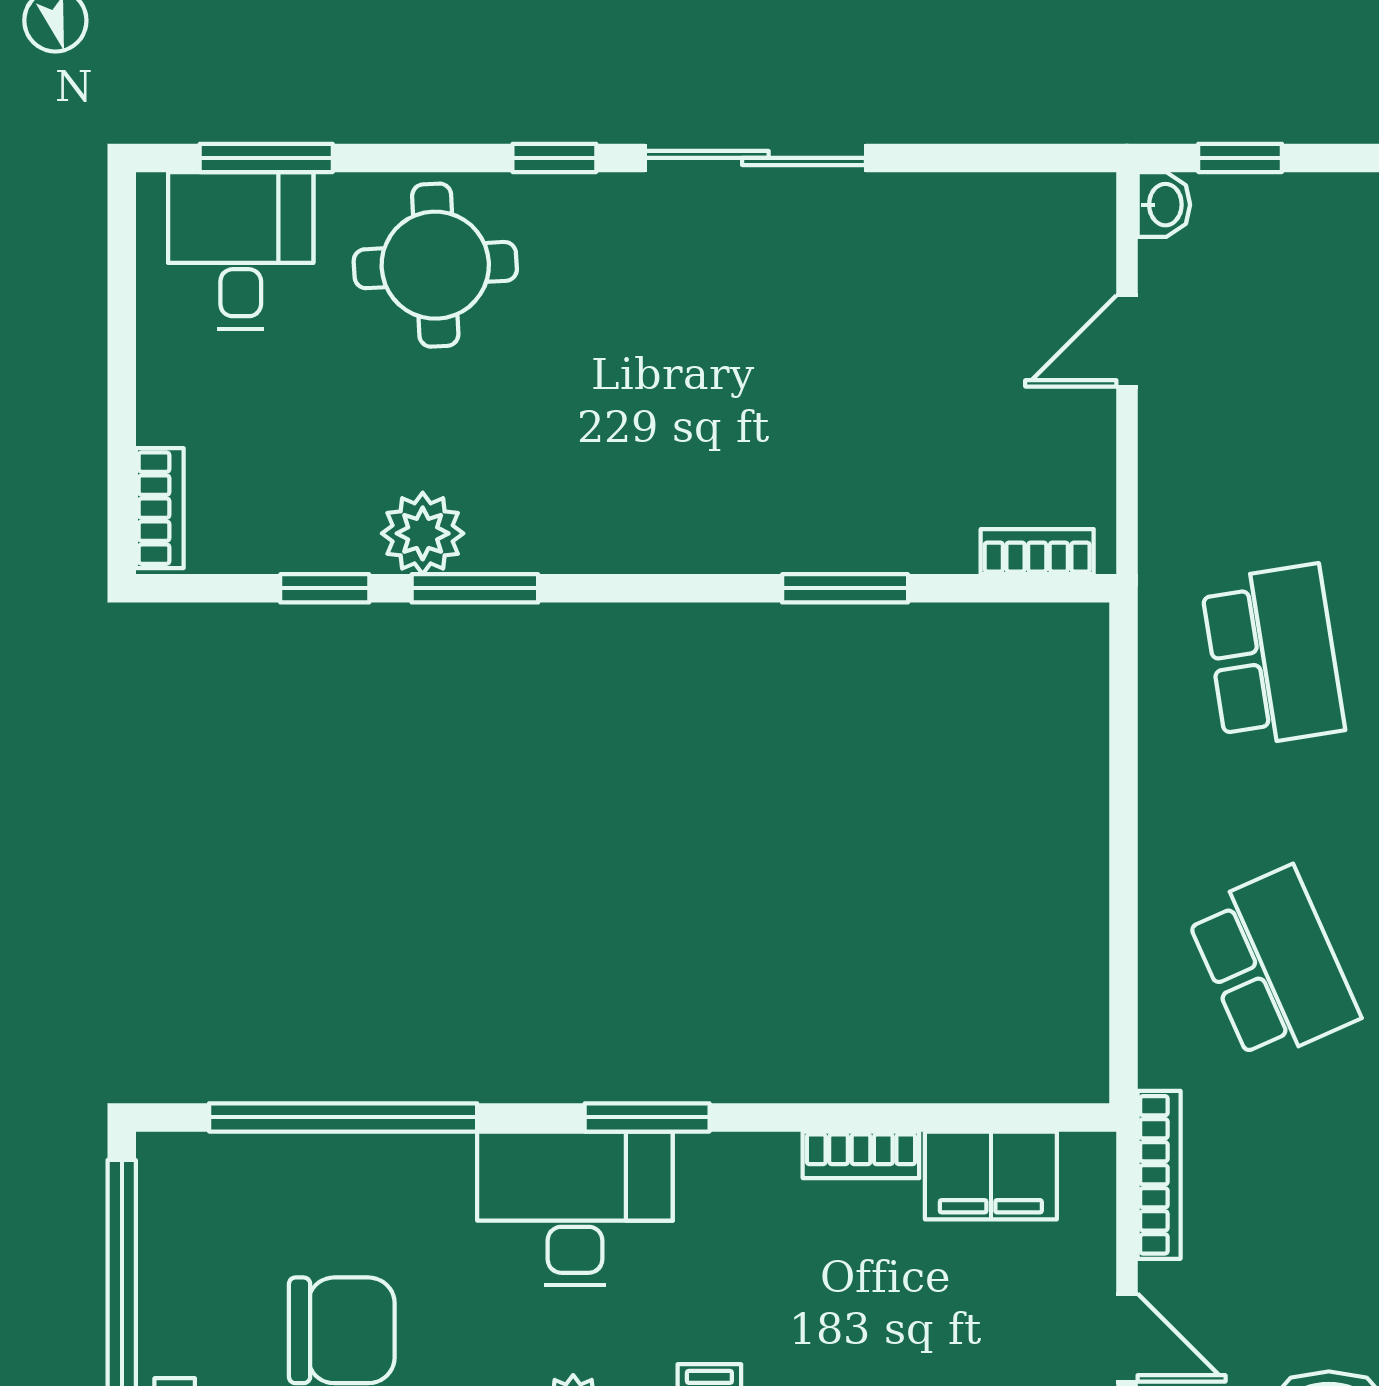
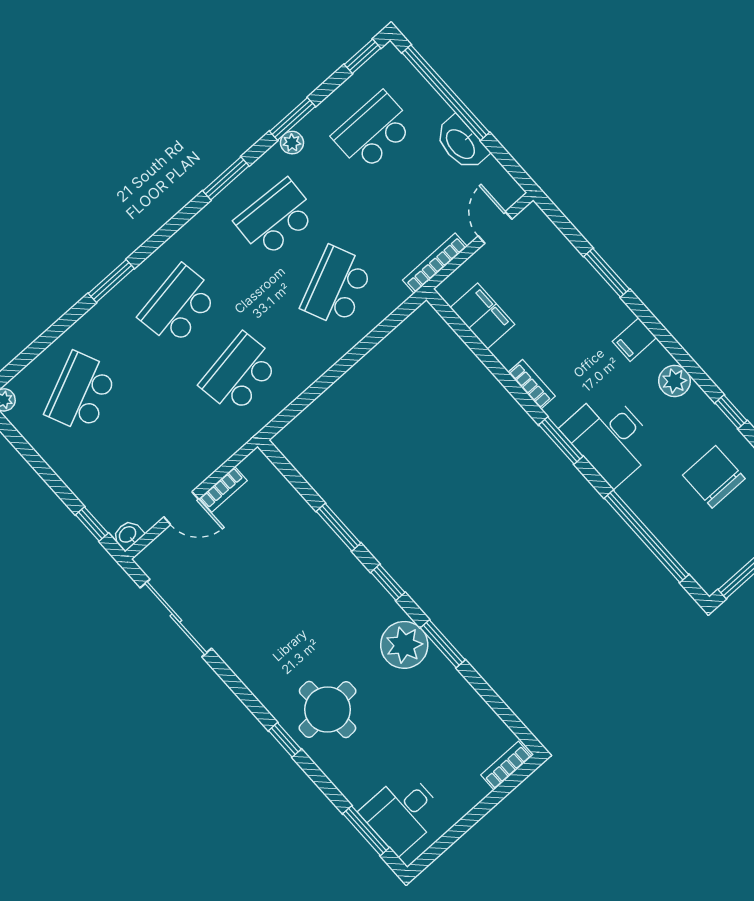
sliding door: (755, 158) -> (176, 618), moved
round table: (435, 265) -> (328, 709), moved
plant: (423, 533) -> (404, 645), moved, width x1.36, depth x1.36
bookcase: (1037, 552) -> (223, 489), moved, turned -90
window: (325, 588) -> (388, 582), moved
bookcase: (861, 1155) -> (532, 384), moved

